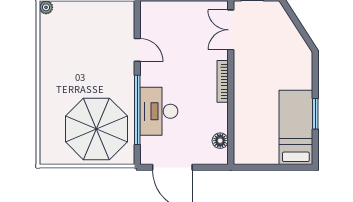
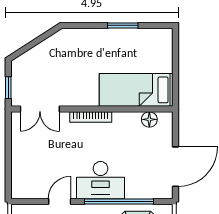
desk: (159, 111) -> (100, 180), moved
bed: (296, 127) -> (136, 90), moved

